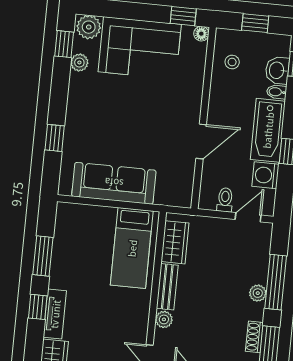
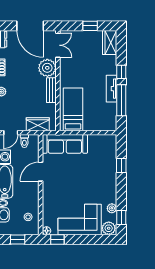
sofa: (114, 183) -> (65, 144), moved
wardrobe: (175, 242) -> (38, 124), moved, turned 90
window: (43, 256) -> (121, 100), width x1.44
tv unit: (55, 314) -> (112, 89), moved
plant: (164, 319) -> (47, 68), width x1.88, depth x1.88

